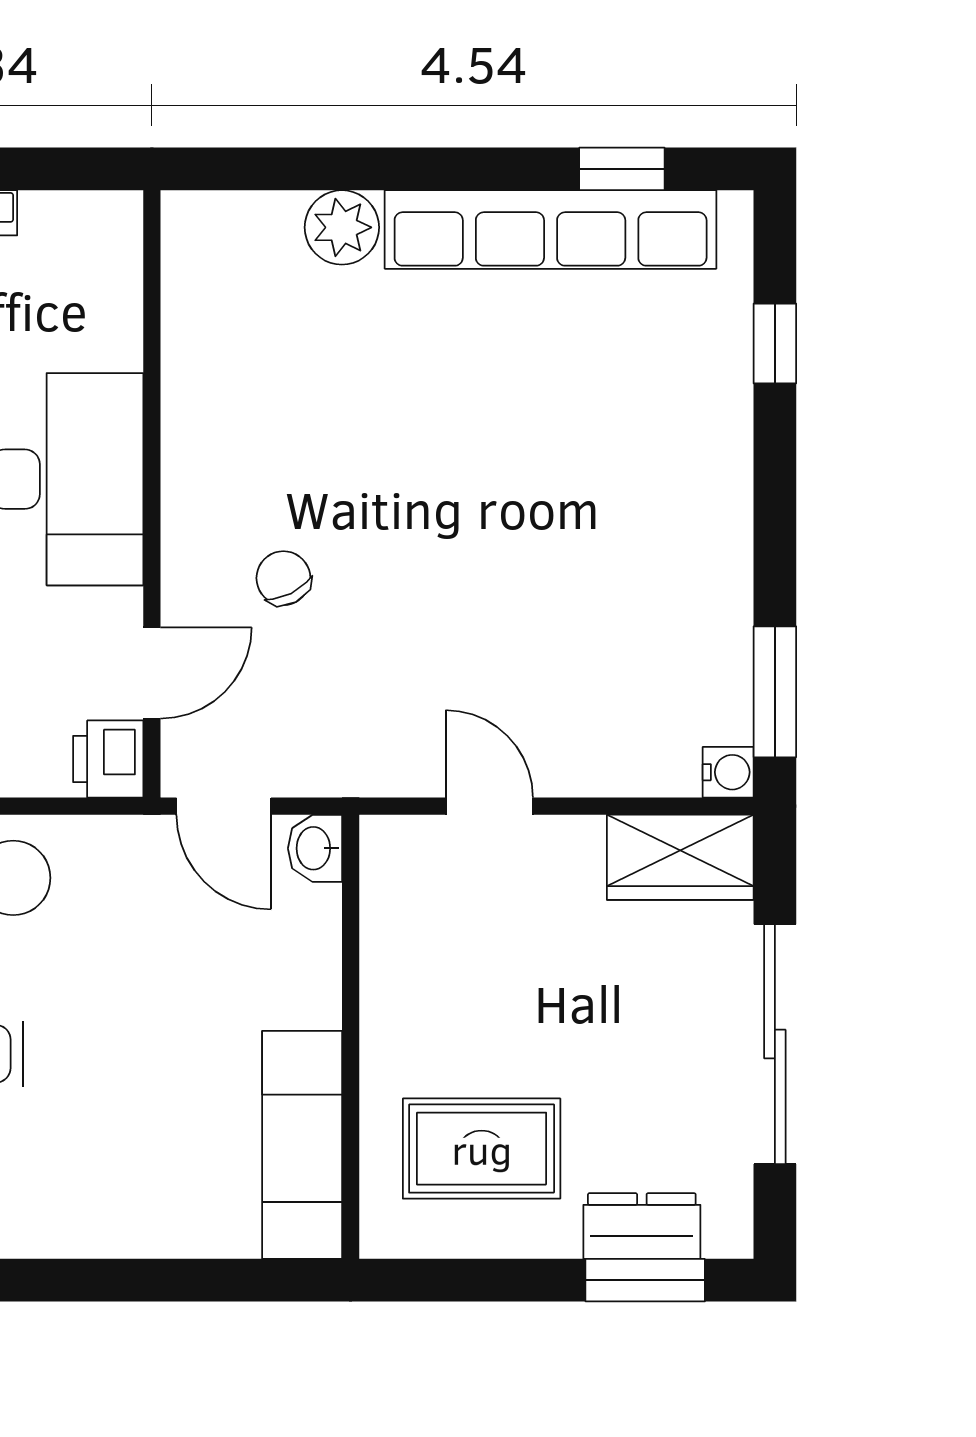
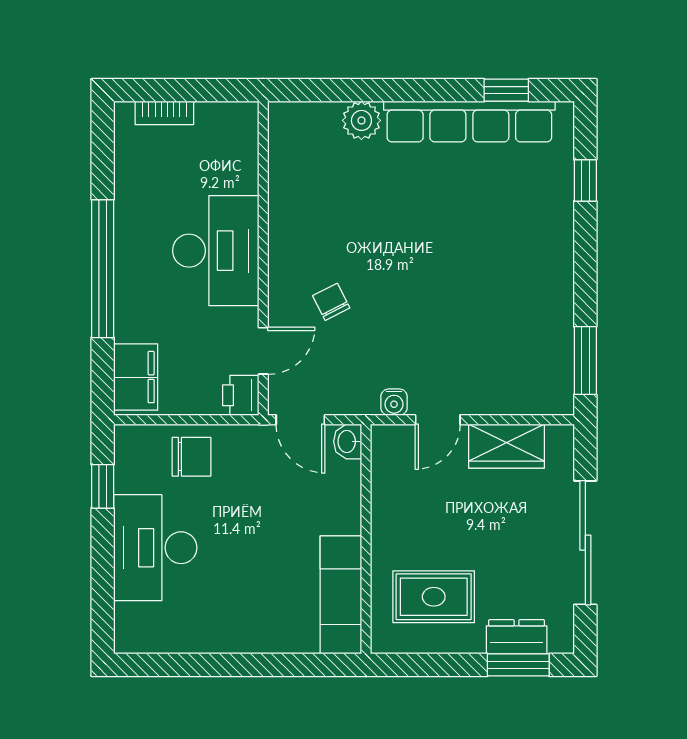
water cooler: (728, 772) -> (394, 402), moved, turned 90
door: (489, 806) -> (438, 420), swing flipped
wardrobe: (680, 857) -> (506, 446), moved

